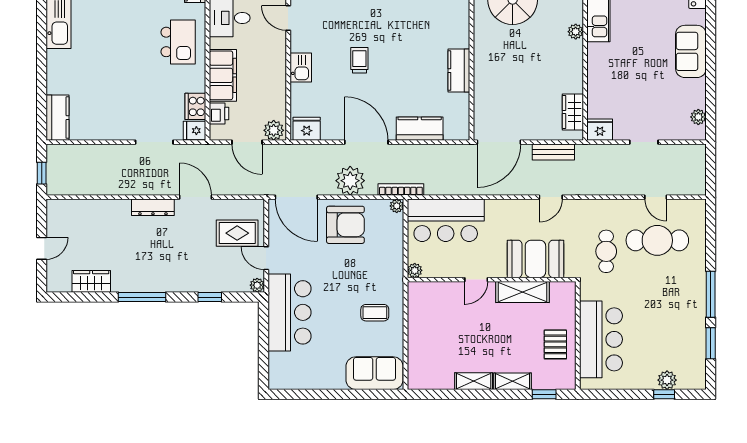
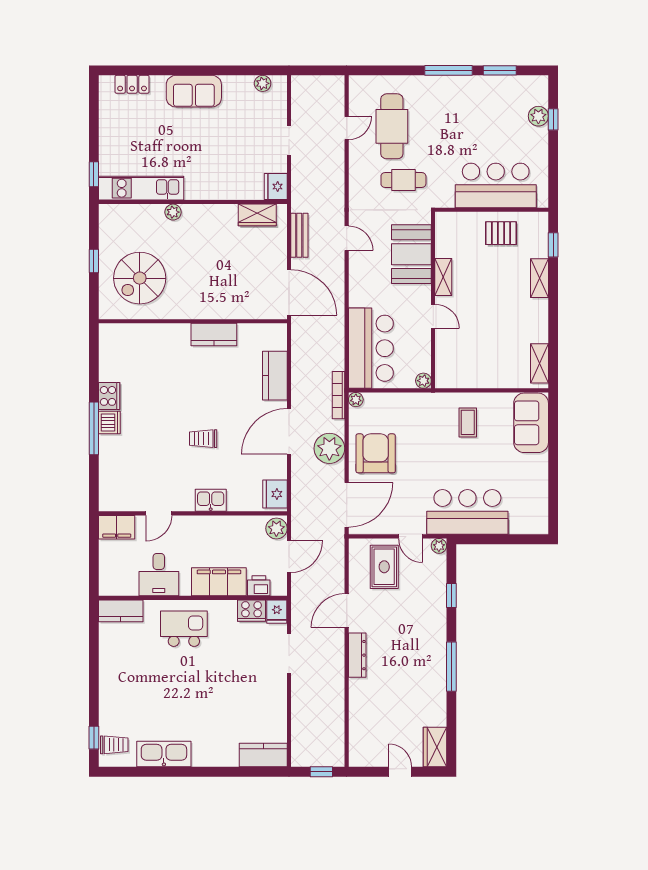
door: (266, 258) -> (411, 536), hinge flipped
wardrobe: (91, 281) -> (435, 747), moved
shelving: (522, 292) -> (443, 277), width x0.67, depth x0.75
shelving: (474, 381) -> (539, 363), moved

